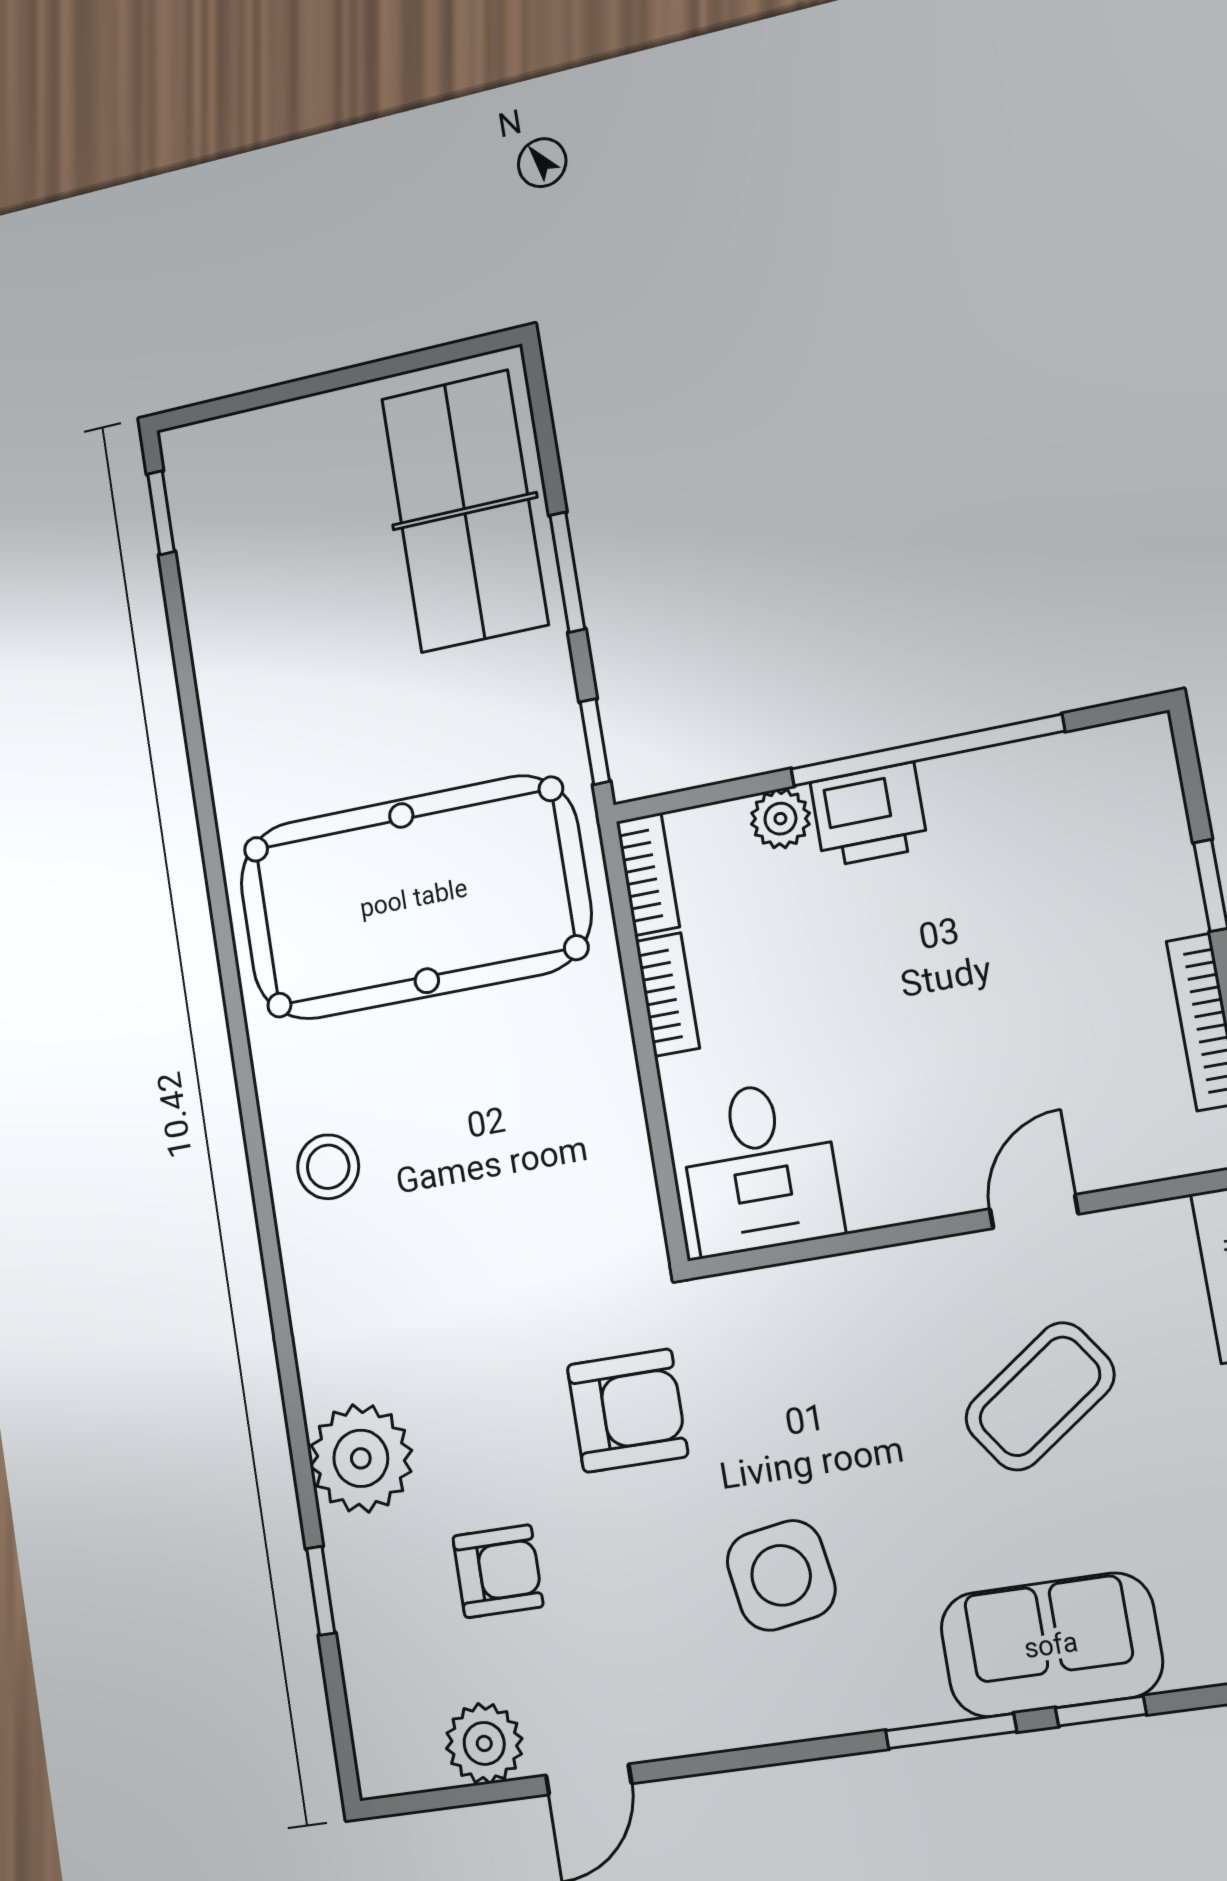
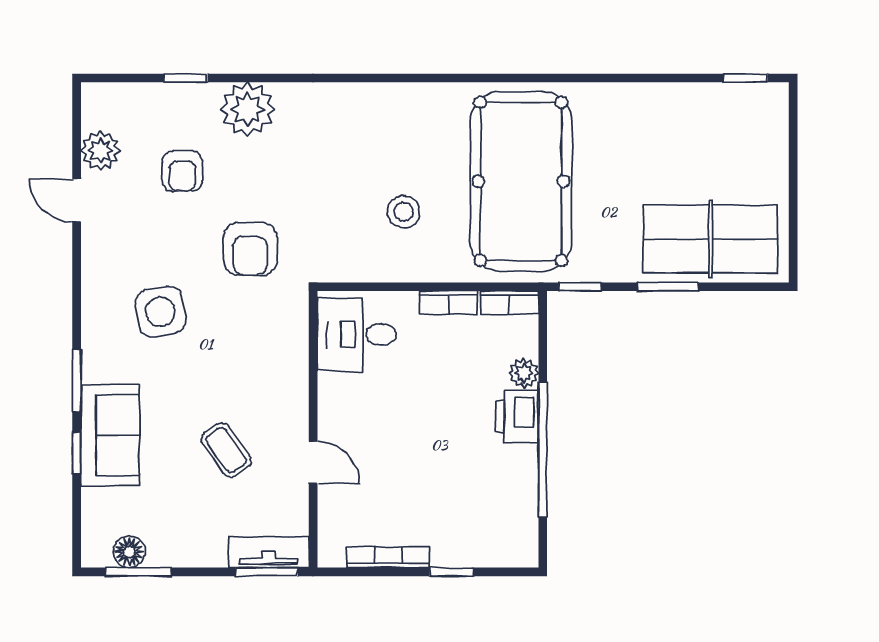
stool: (328, 1167) -> (404, 212), moved
coffee table: (1040, 1396) -> (226, 450), width x0.73, depth x0.77

